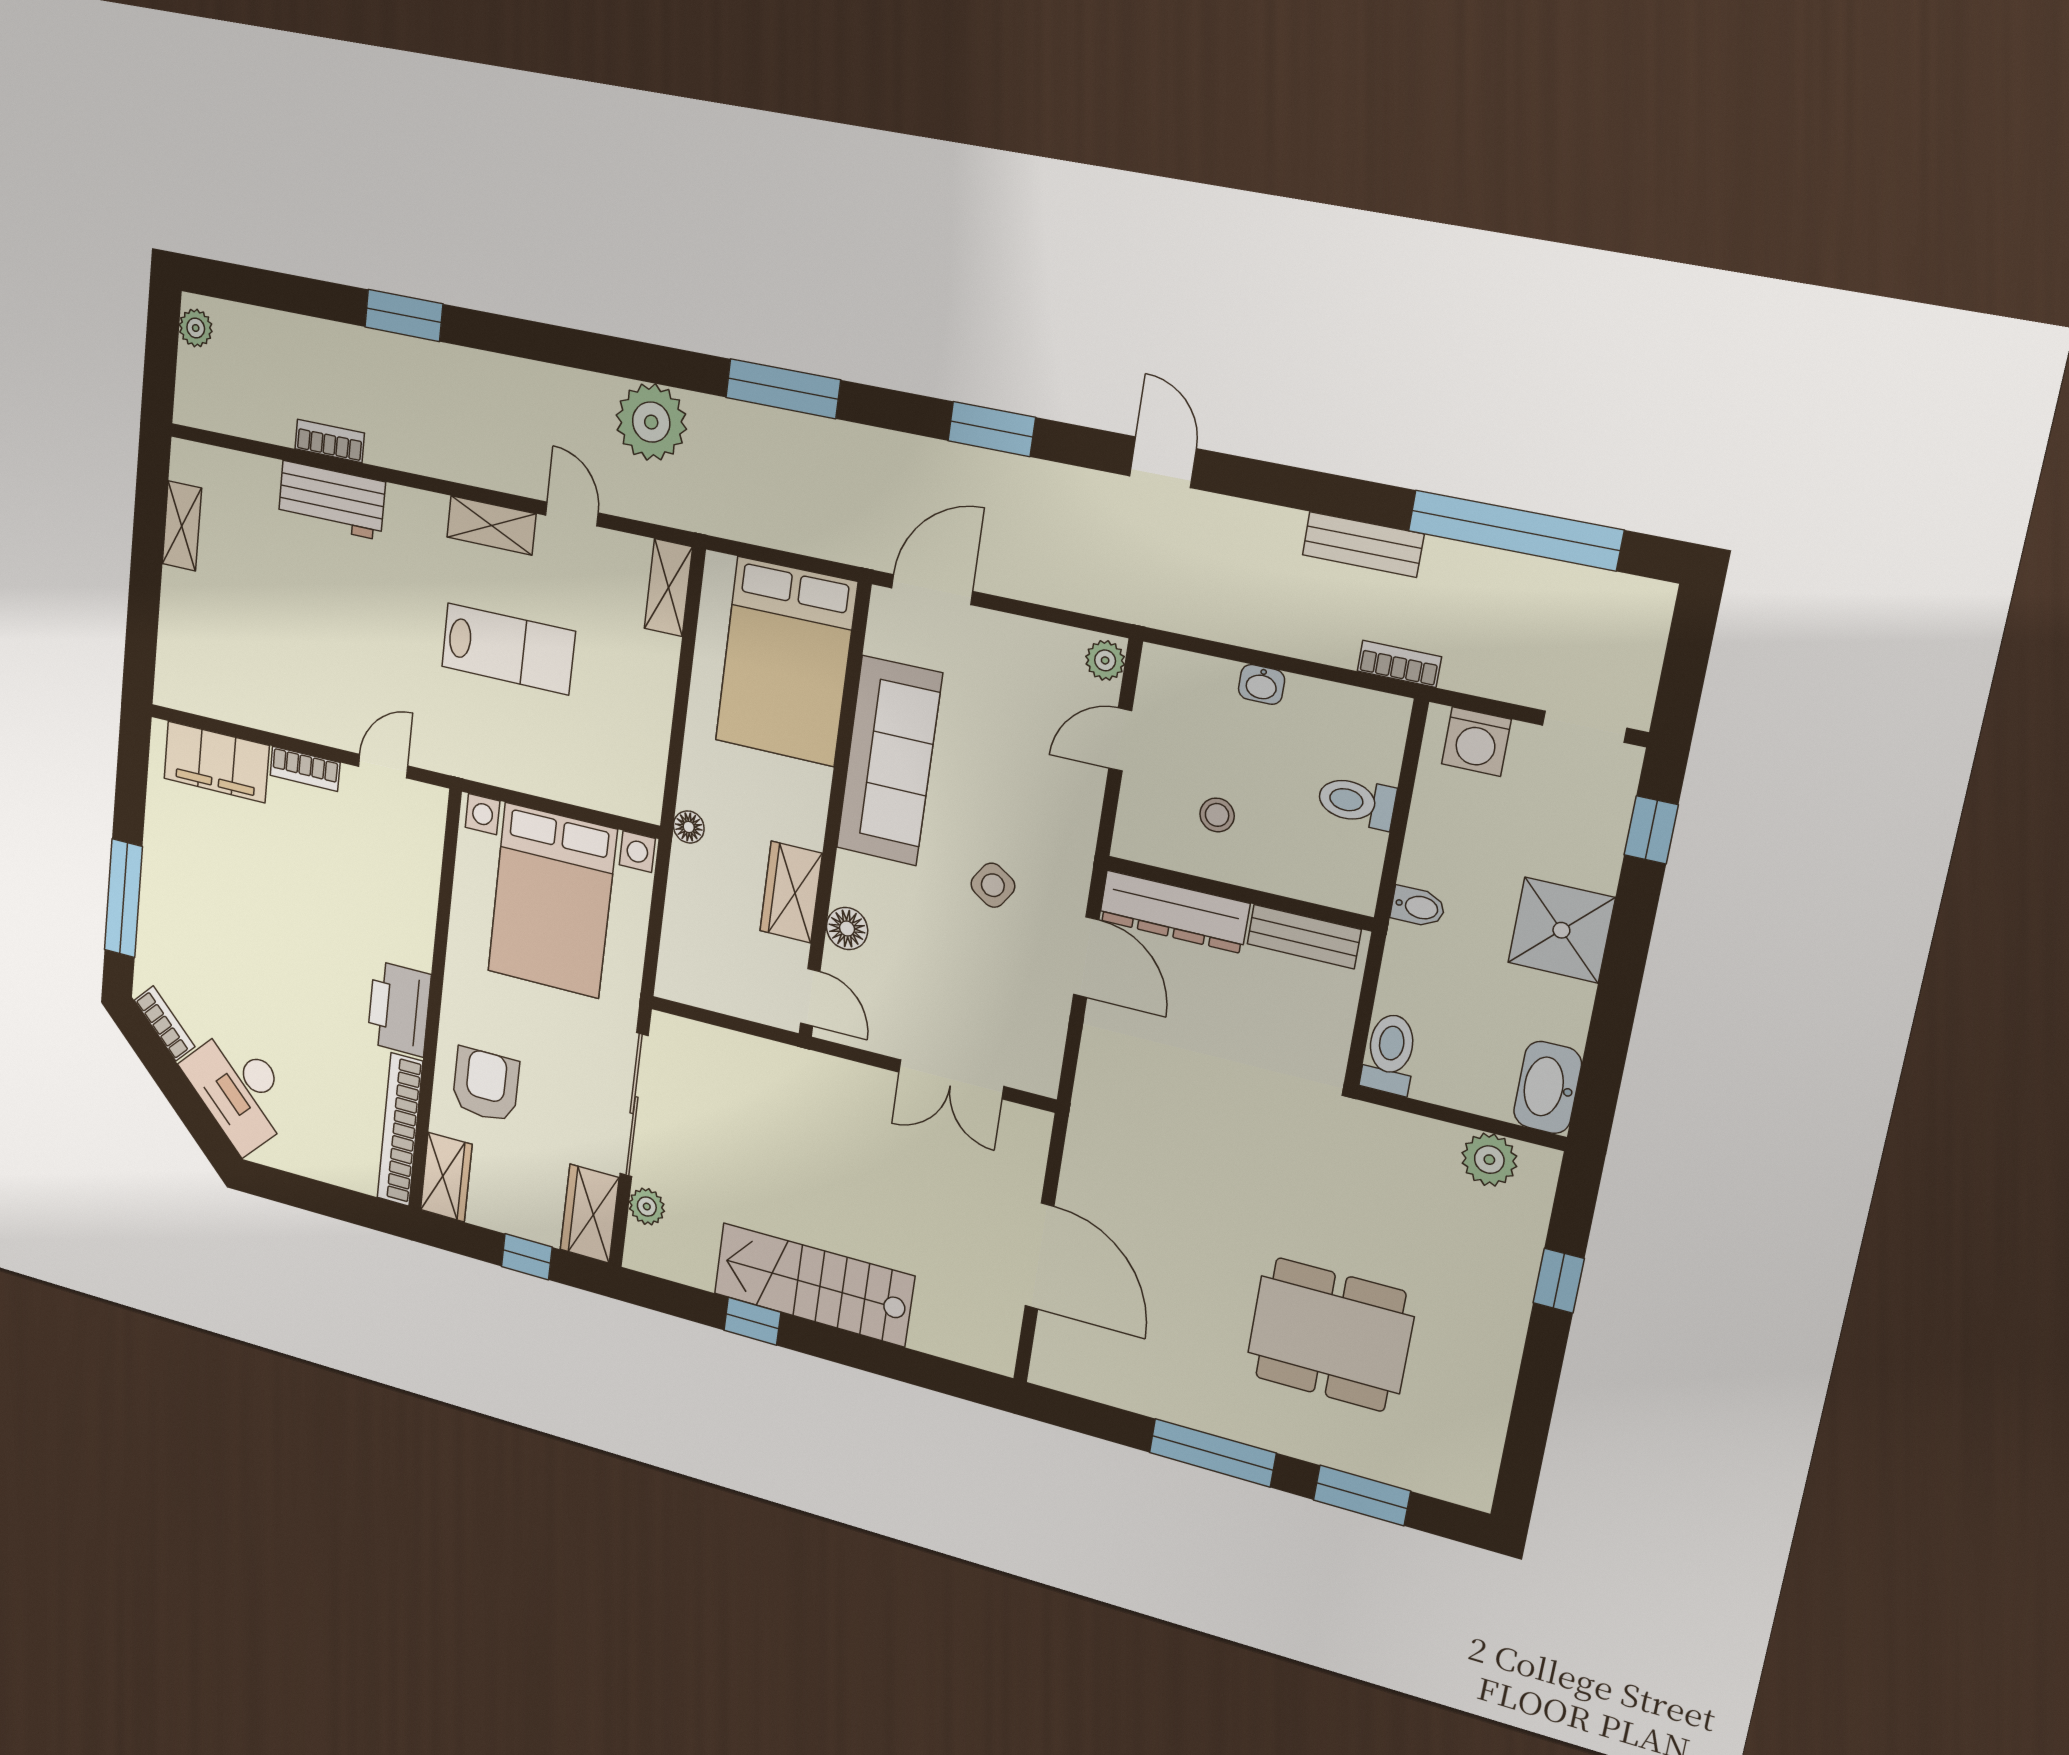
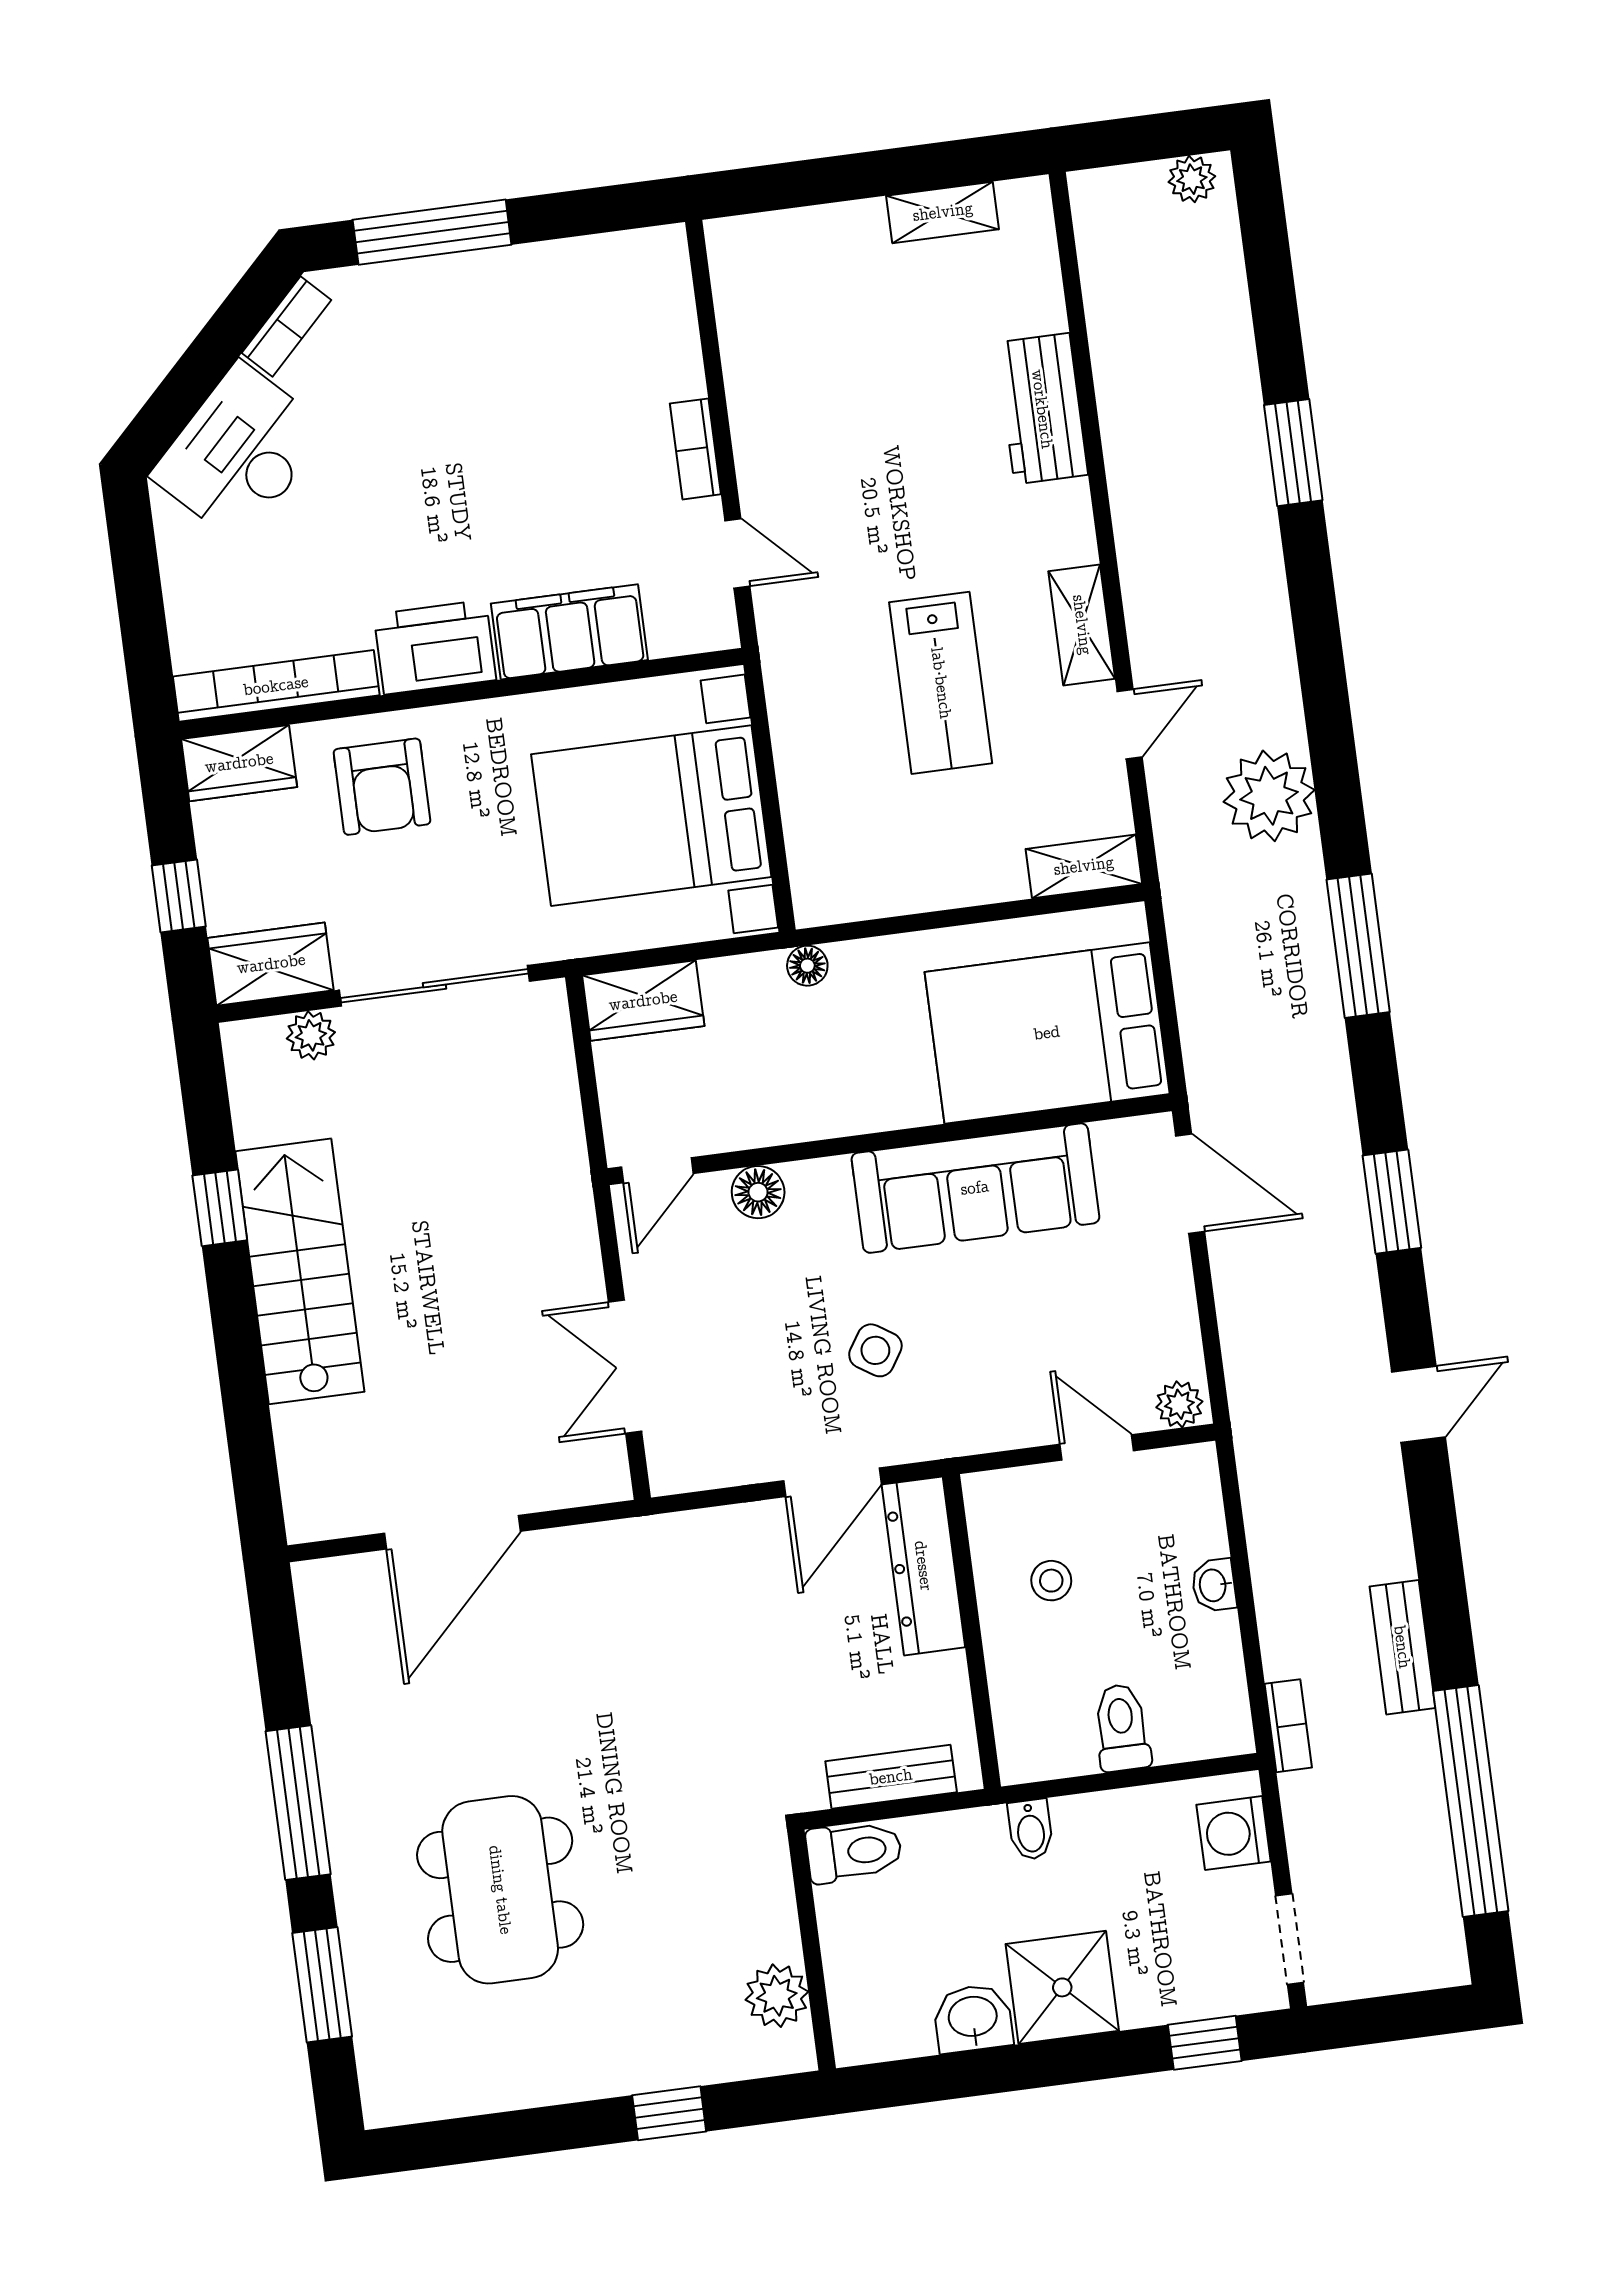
bookcase: (330, 441) -> (1113, 390), removed
filing cabinet: (217, 762) -> (569, 632), moved, turned 90
wardrobe: (791, 892) -> (643, 1001), moved, turned 180
bench: (1304, 937) -> (891, 1777), moved, turned 90
armchair: (486, 1085) -> (382, 787), turned 90
washbasin: (1548, 1087) -> (973, 2018), moved, width x0.72

